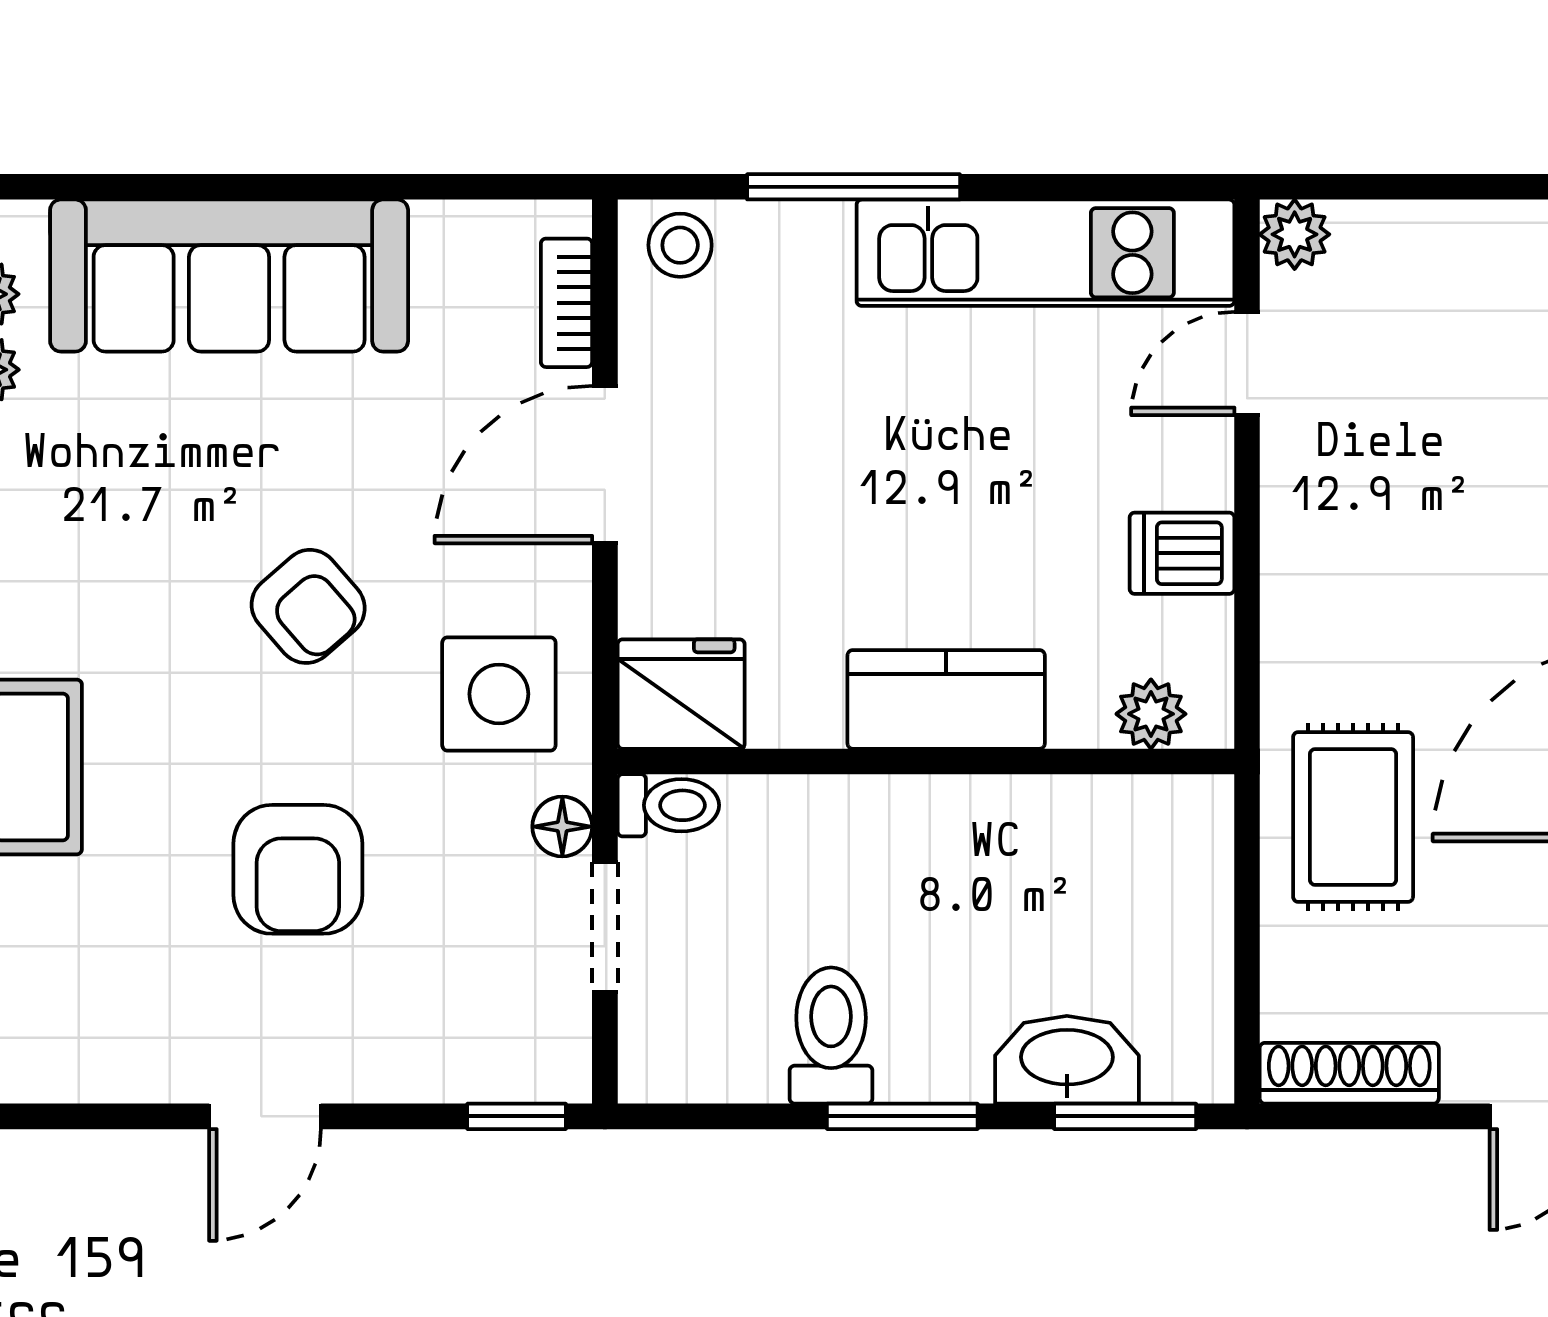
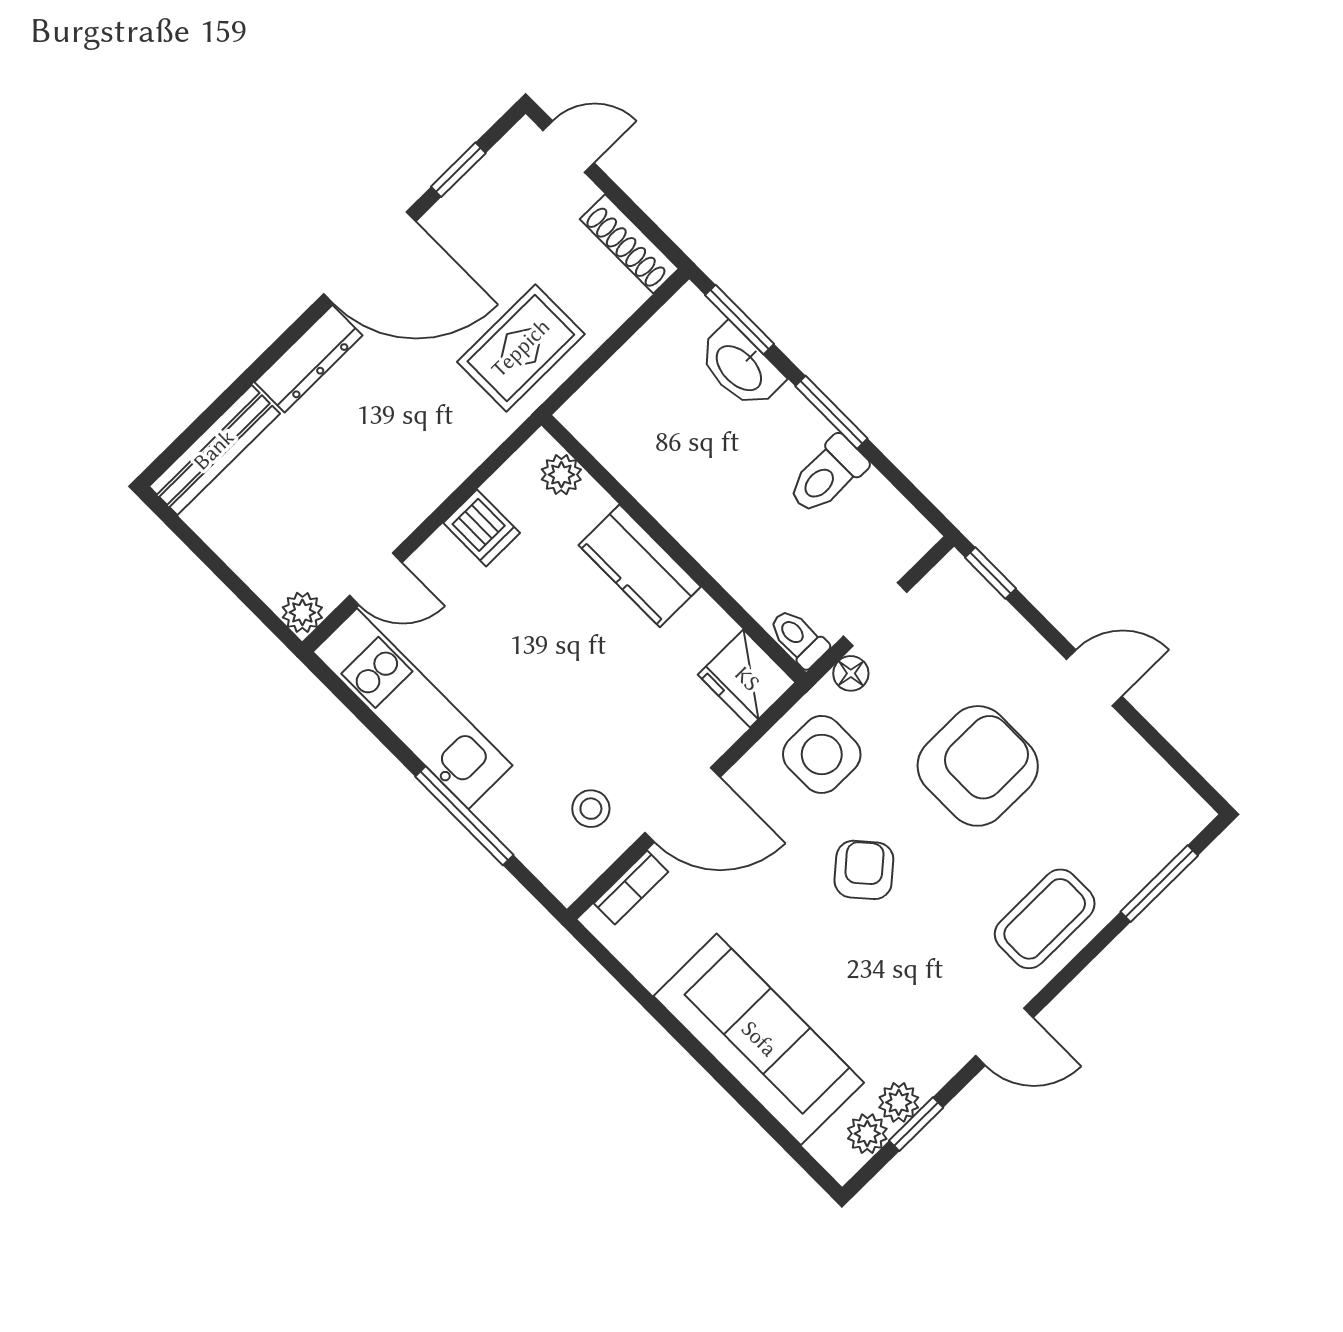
stool: (680, 245) -> (591, 809), moved
armchair: (298, 869) -> (978, 766), width x1.36, depth x1.36

